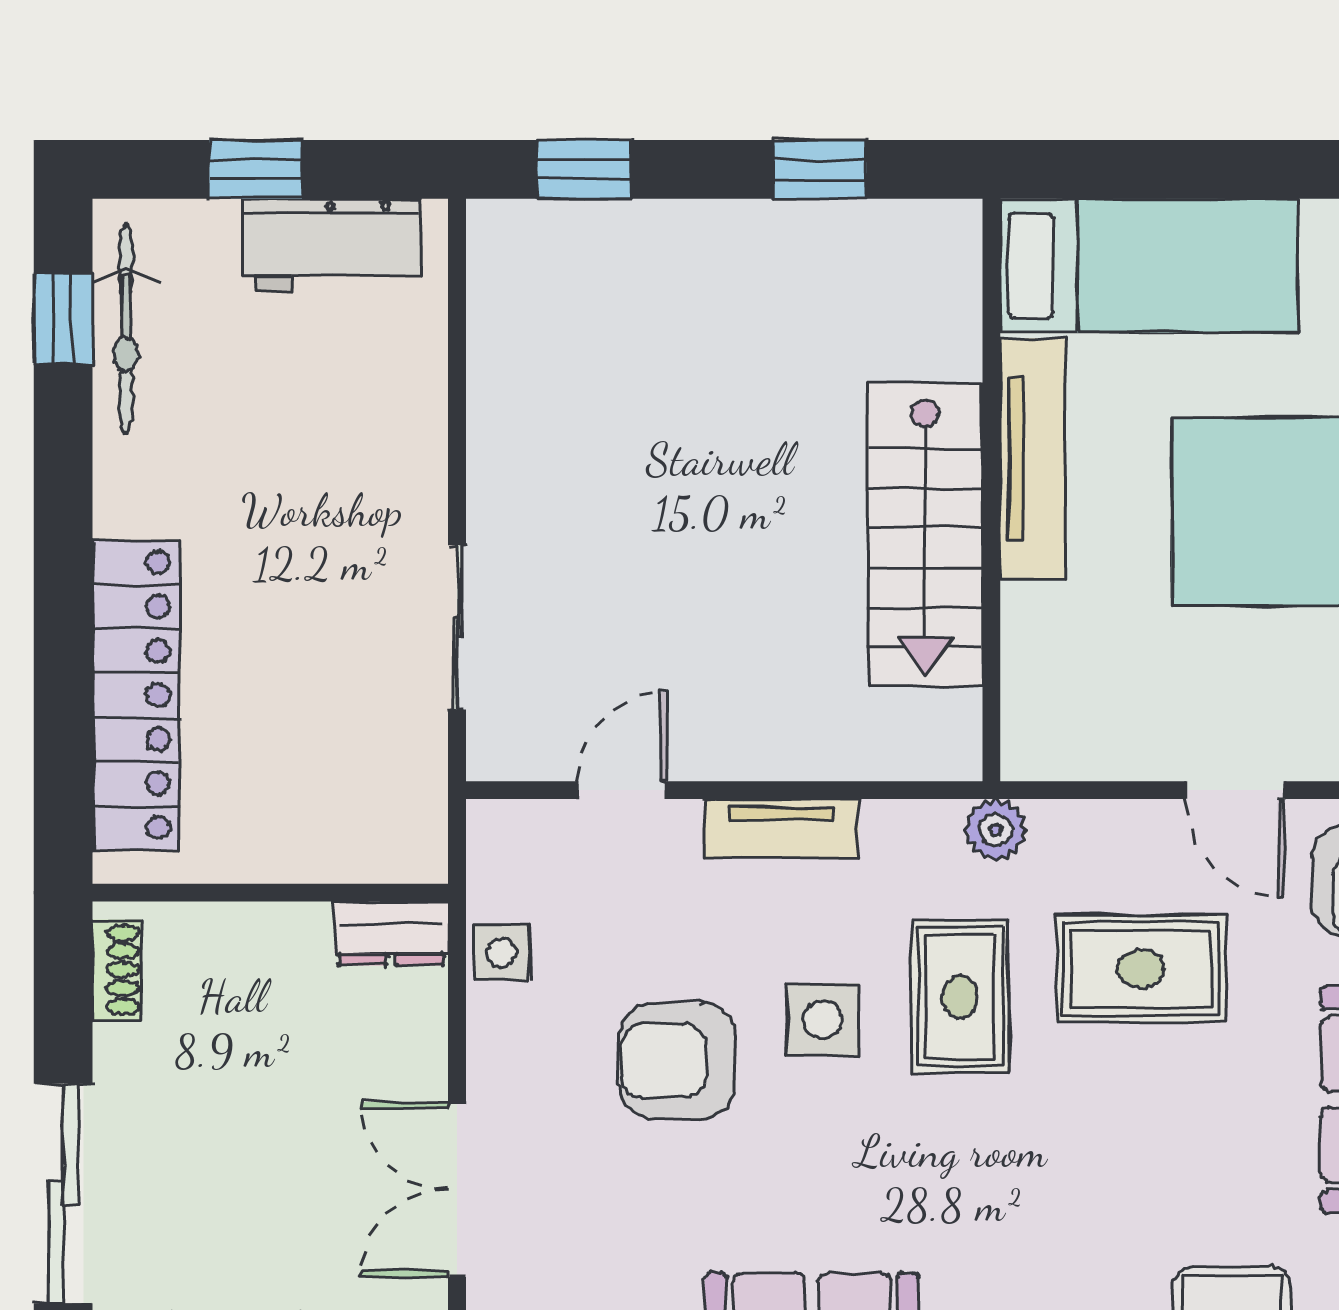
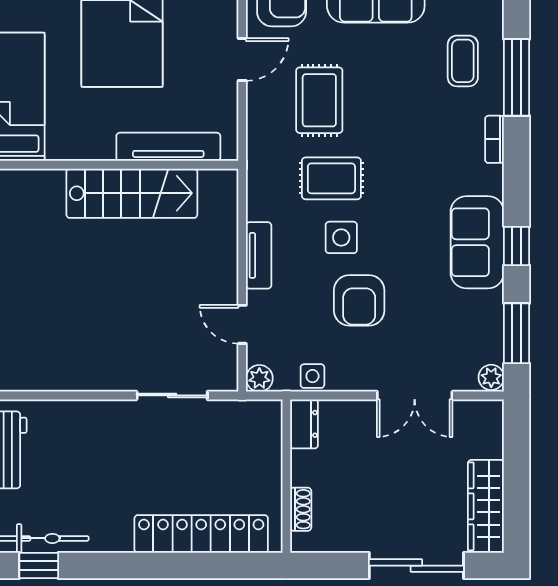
tv unit: (1033, 459) -> (168, 147), moved
plant: (996, 830) -> (259, 378), moved
shoe rack: (117, 970) -> (301, 509), moved, turned 90

